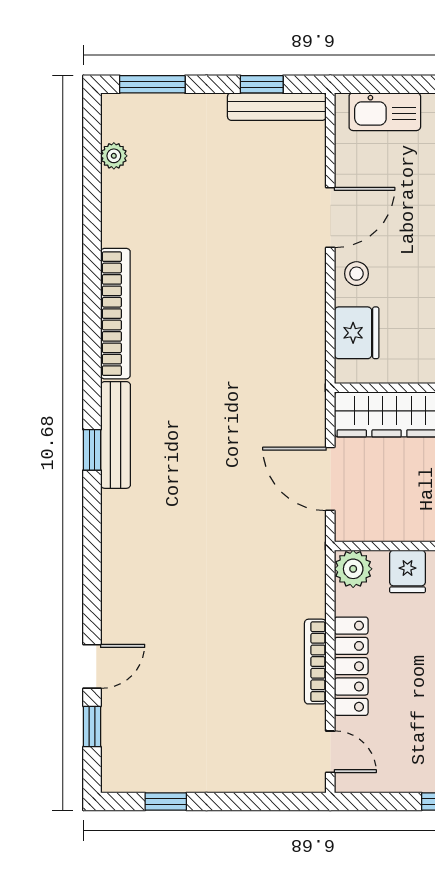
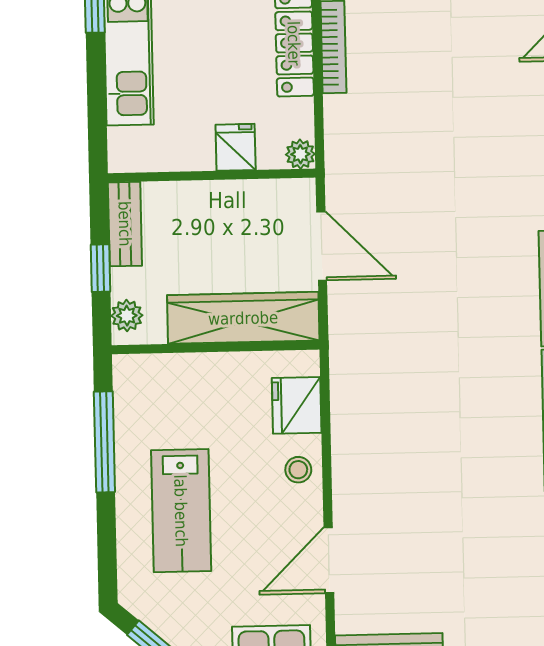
door: (330, 217) -> (329, 560), moved
plant: (353, 569) -> (300, 154), width x0.73, depth x0.73

